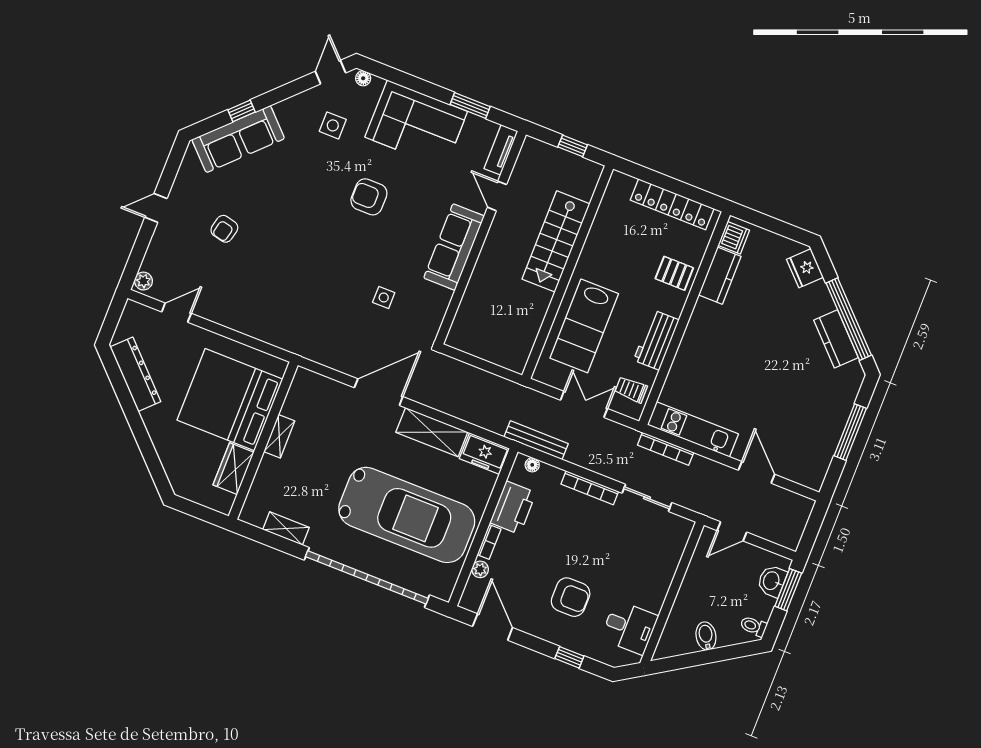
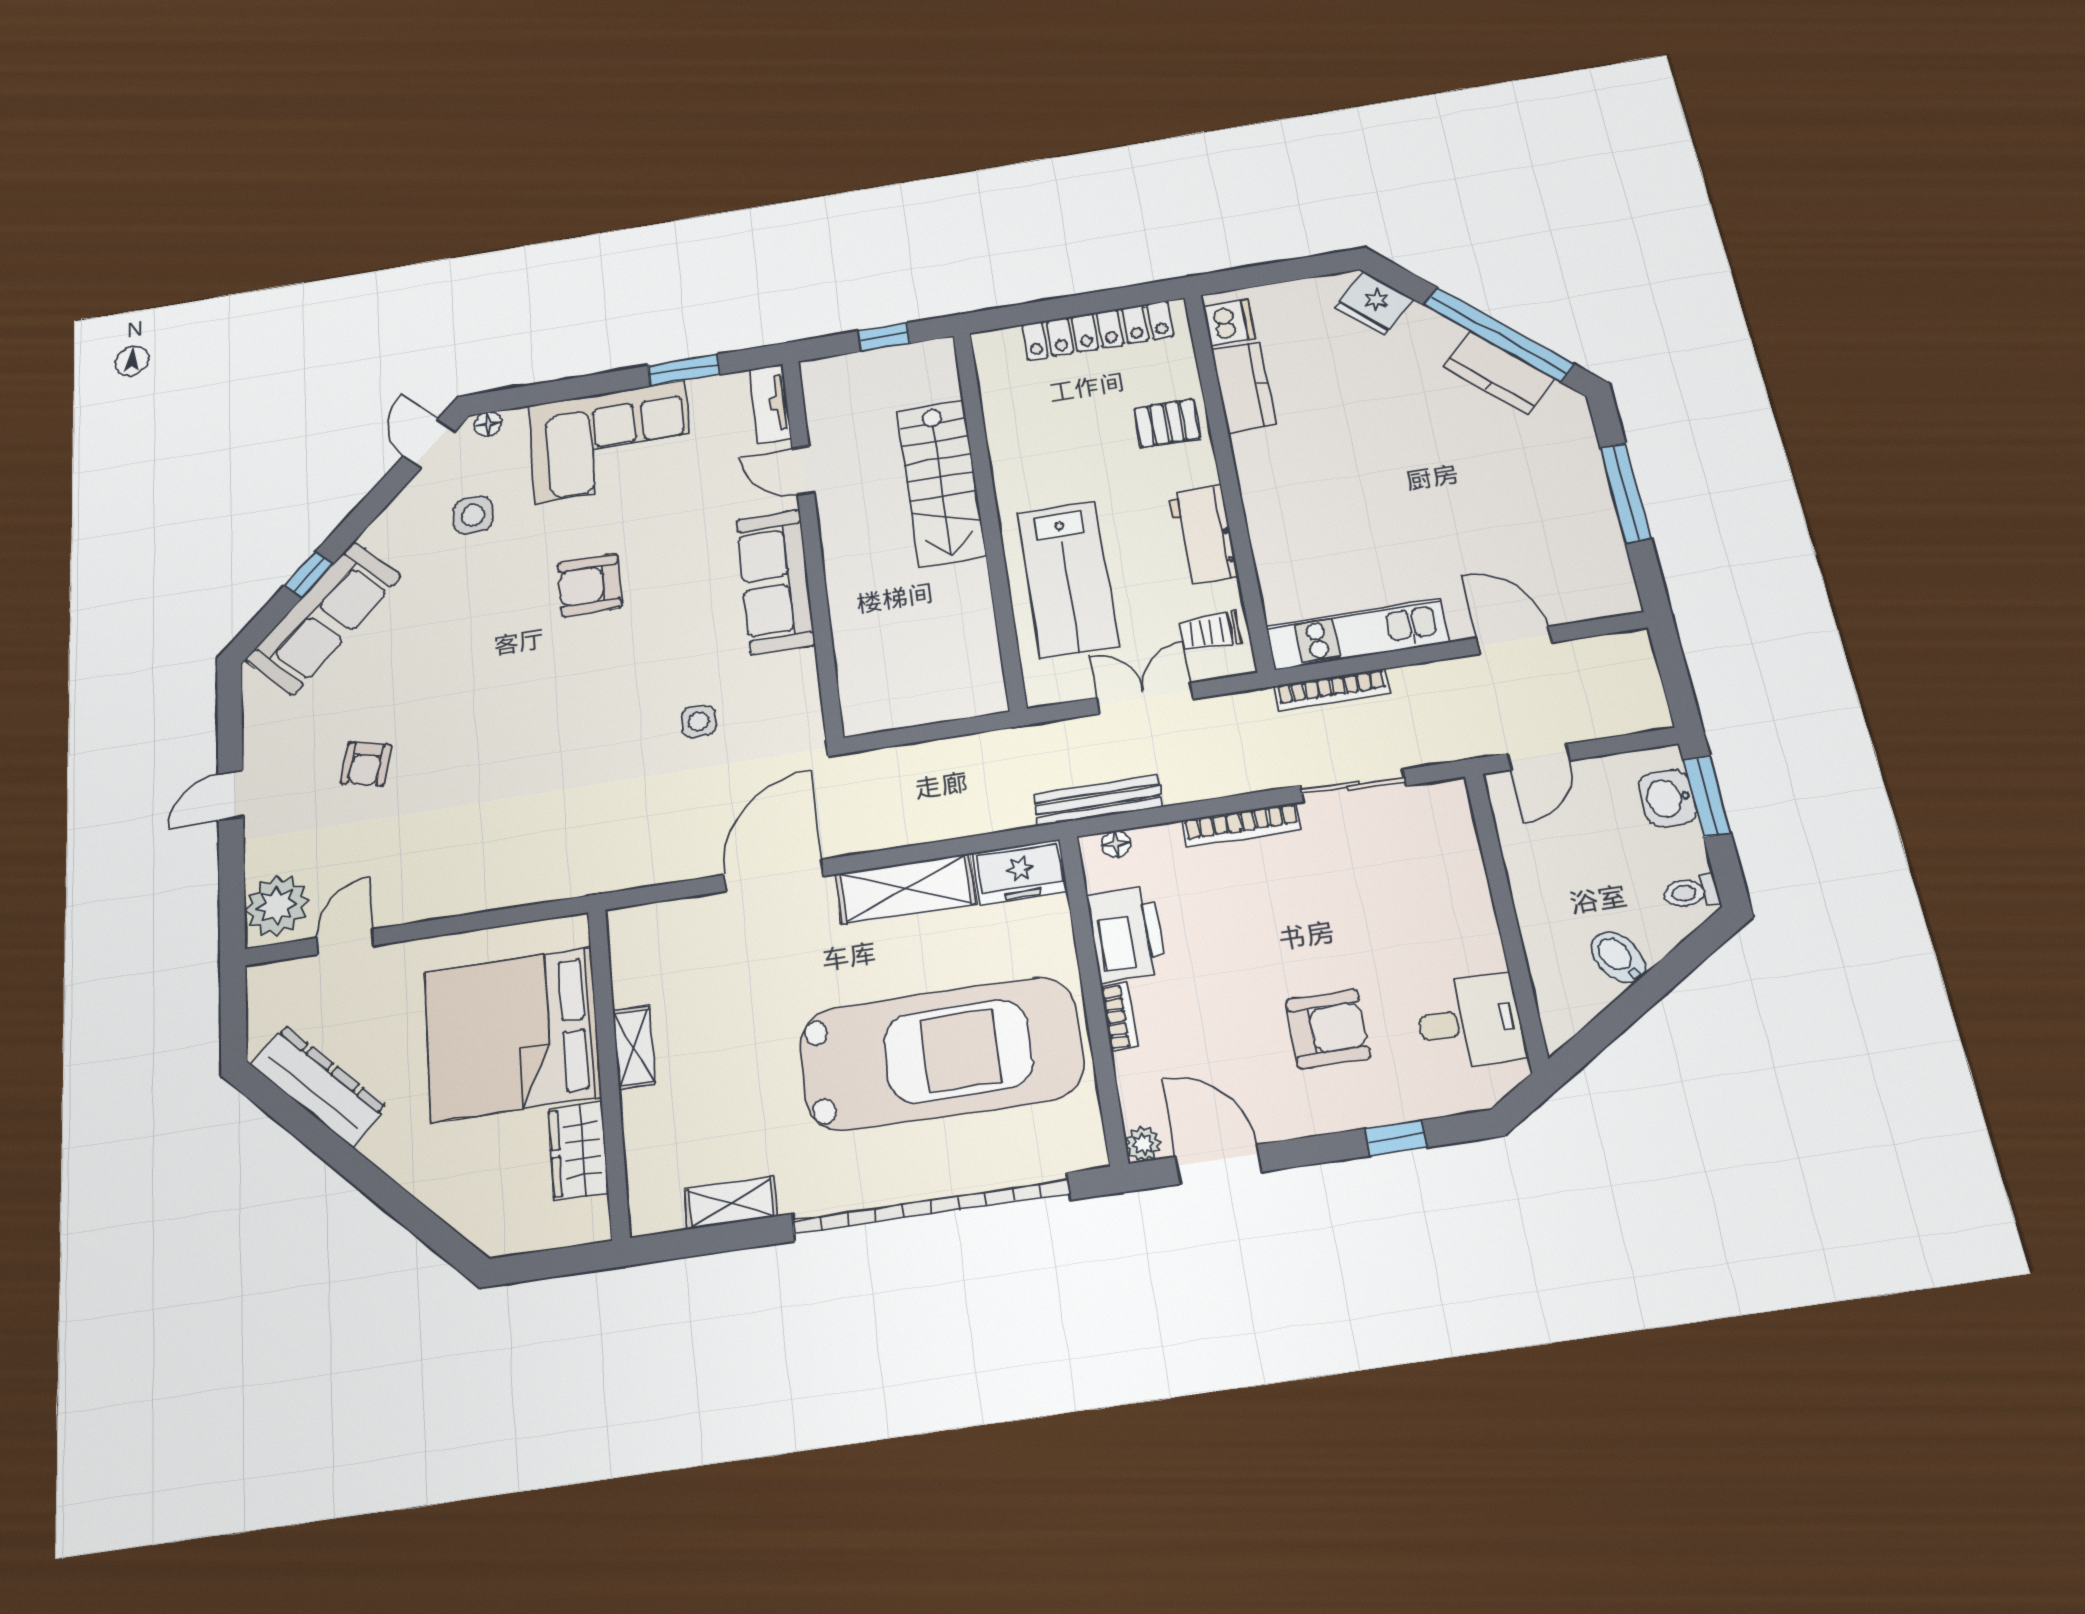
plant: (143, 281) -> (277, 906), width x1.87, depth x1.87
plant: (480, 569) -> (1143, 1144), moved

